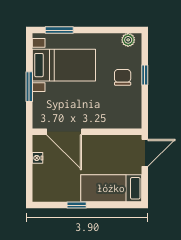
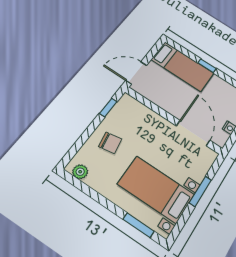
window: (145, 75) -> (108, 107), moved
chair: (123, 77) -> (110, 143), turned -100
window: (77, 205) -> (207, 66), moved

